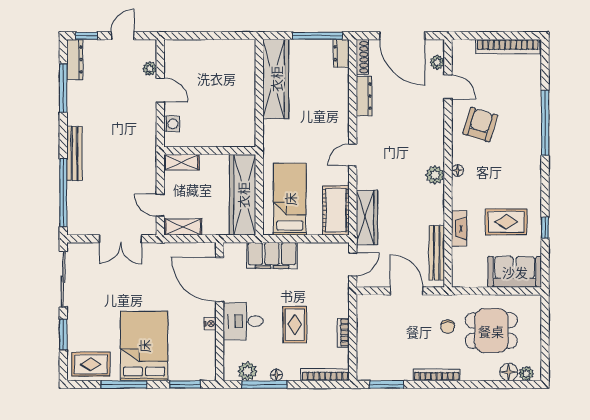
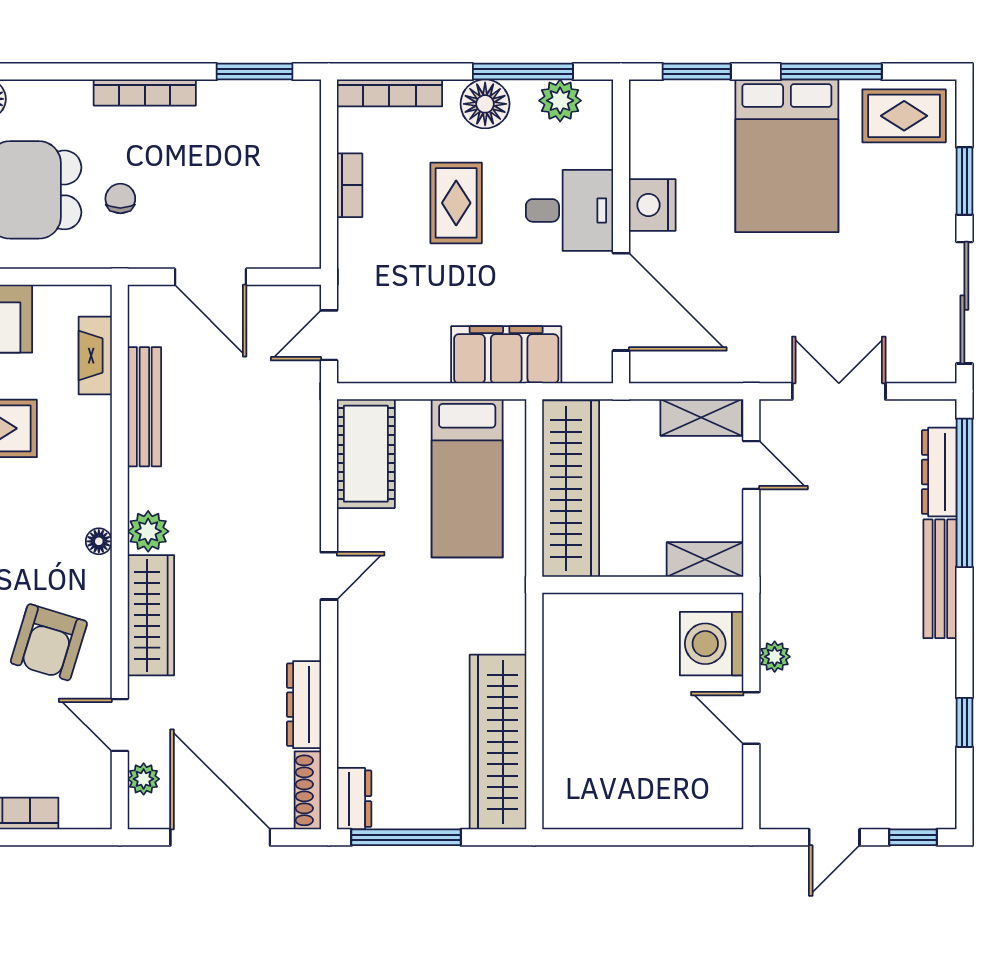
dresser: (75, 59) -> (939, 472), moved
plant: (150, 69) -> (775, 657), moved
window: (63, 88) -> (964, 722), width x0.46
washing machine: (172, 124) -> (712, 644), width x1.89, depth x1.89
wardrobe: (367, 218) -> (151, 615), moved, turned 180
fireplace: (459, 228) -> (95, 356), moved
bench: (437, 253) -> (144, 407), moved
nightstand: (210, 324) -> (652, 205), width x1.89, depth x1.79
floor lamp: (276, 375) -> (485, 104), width x1.89, depth x1.89

